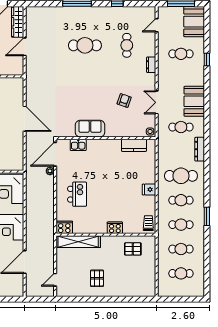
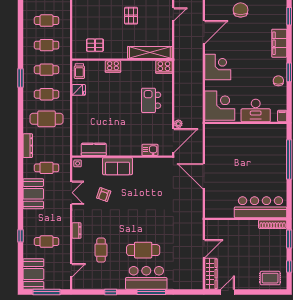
bar counter: (82, 18) -> (146, 278), added
sofa: (90, 129) -> (117, 166), moved
fridge: (149, 190) -> (79, 90), moved

